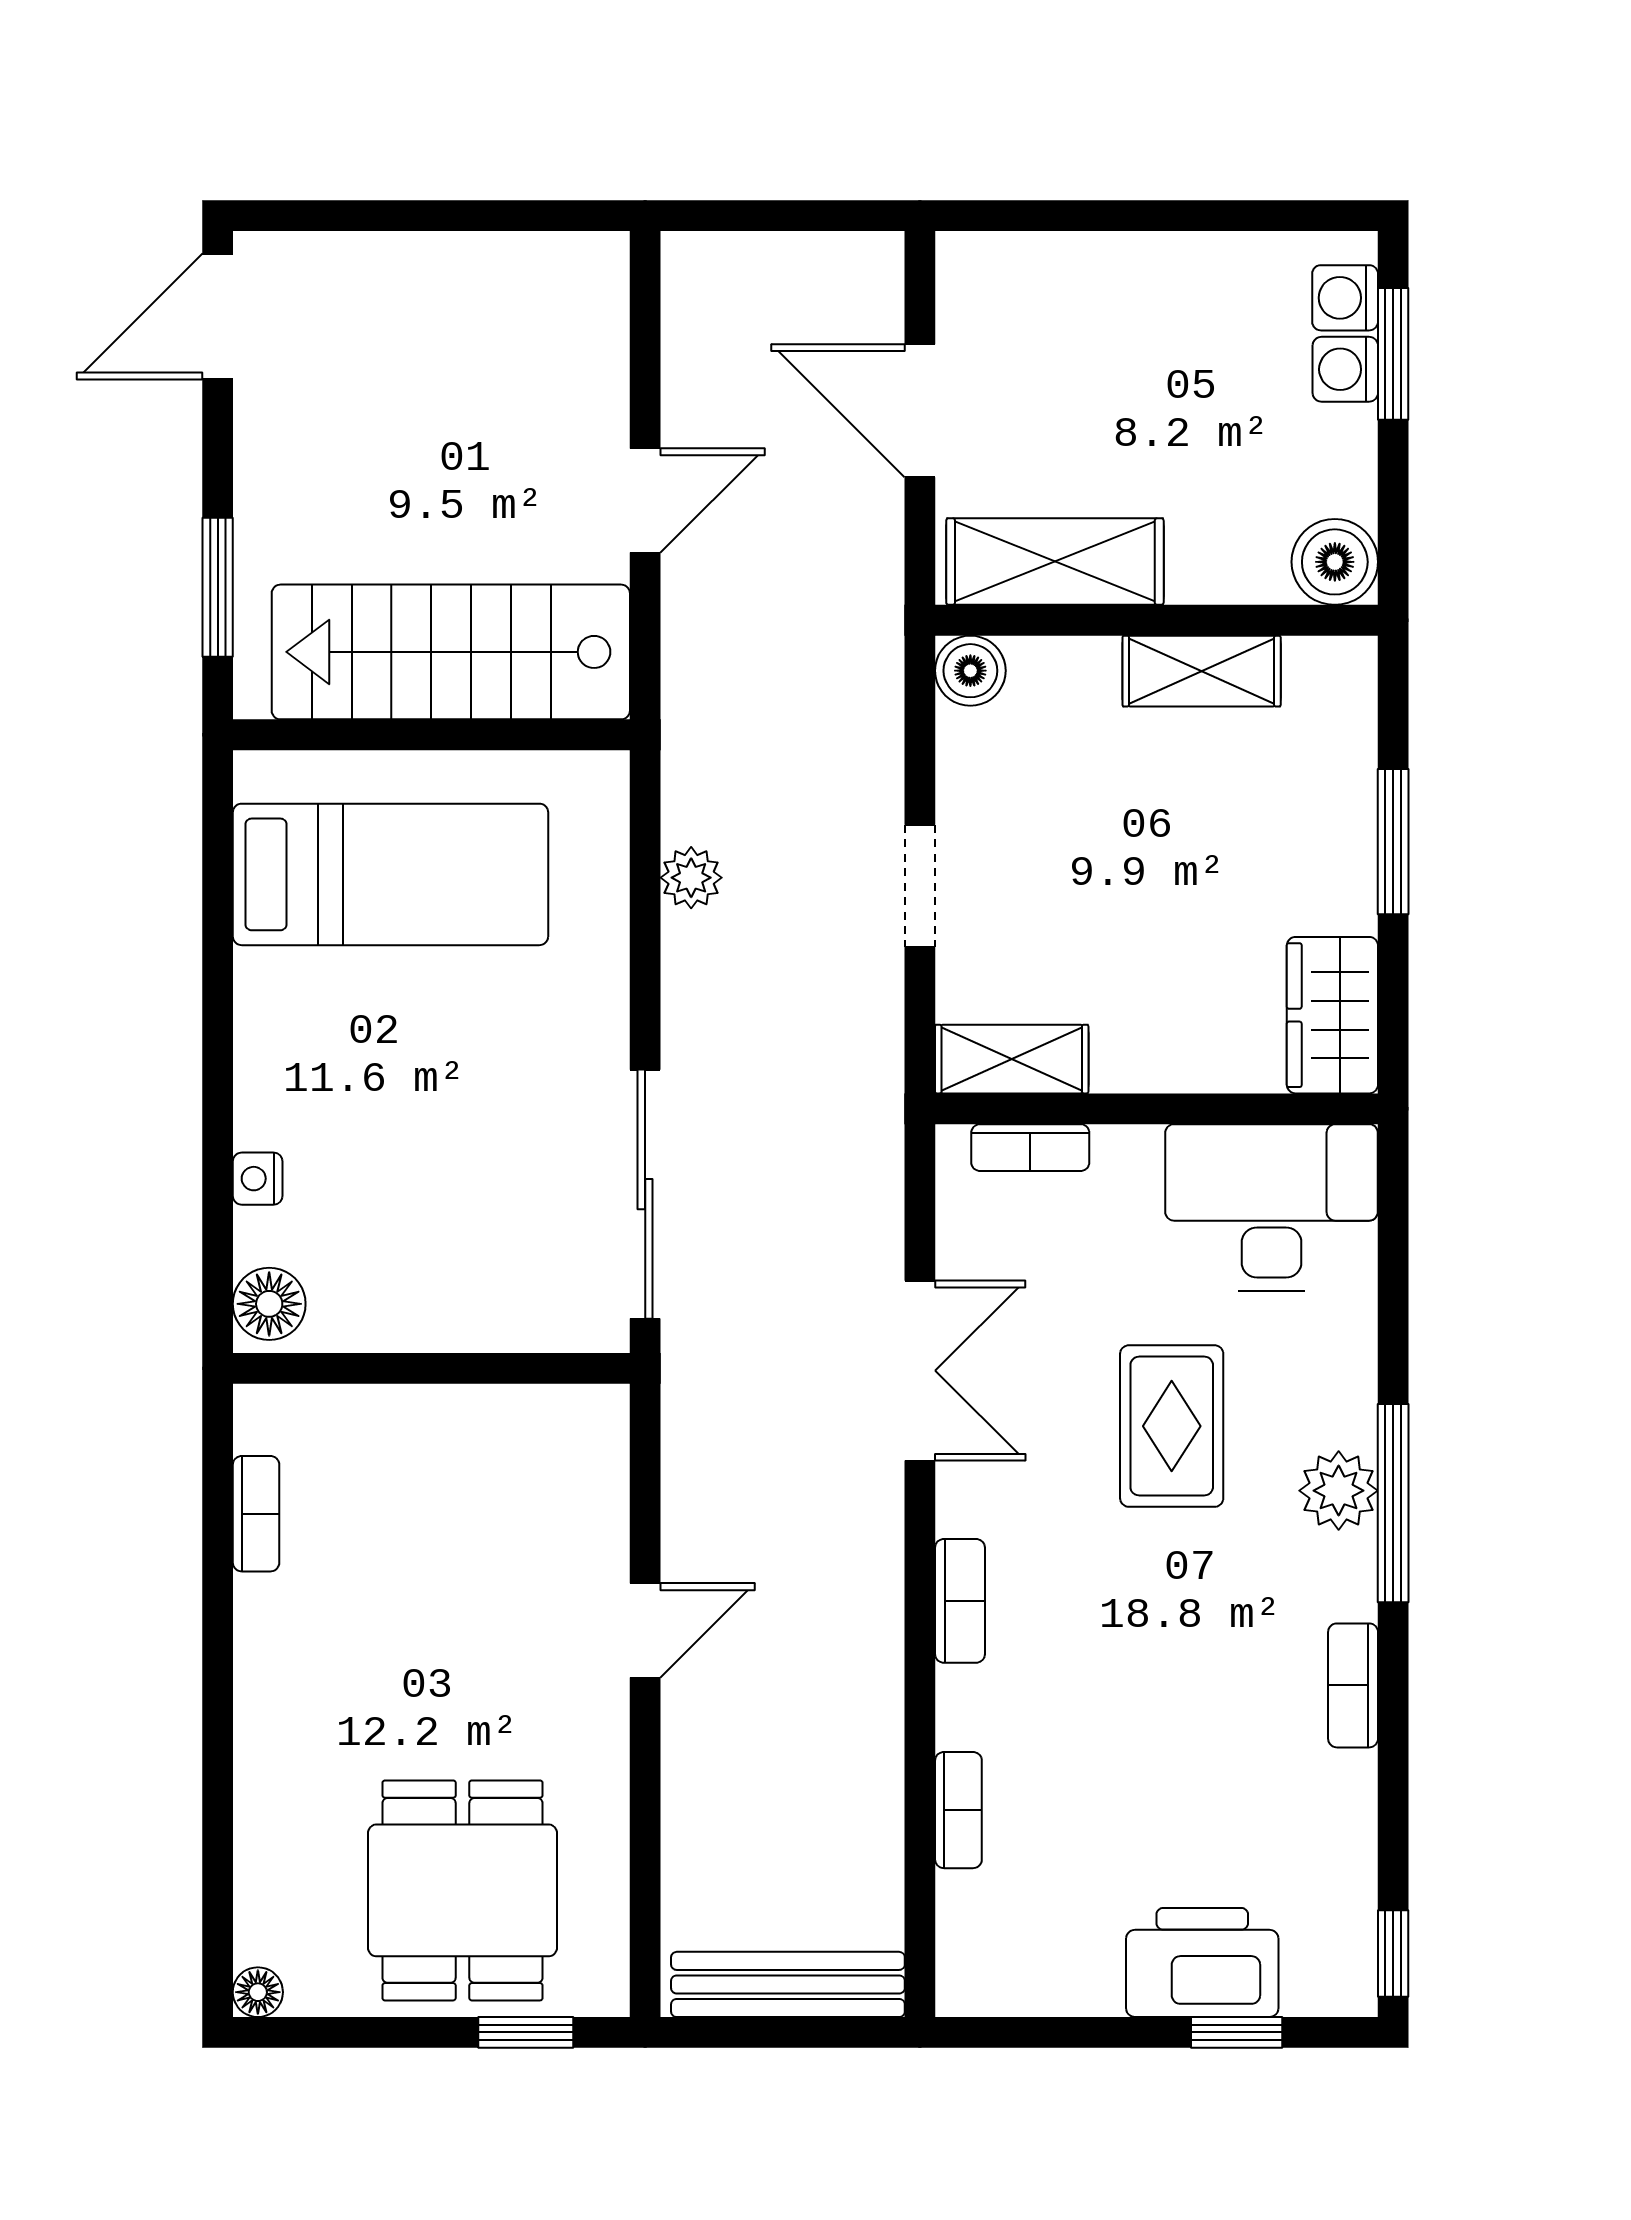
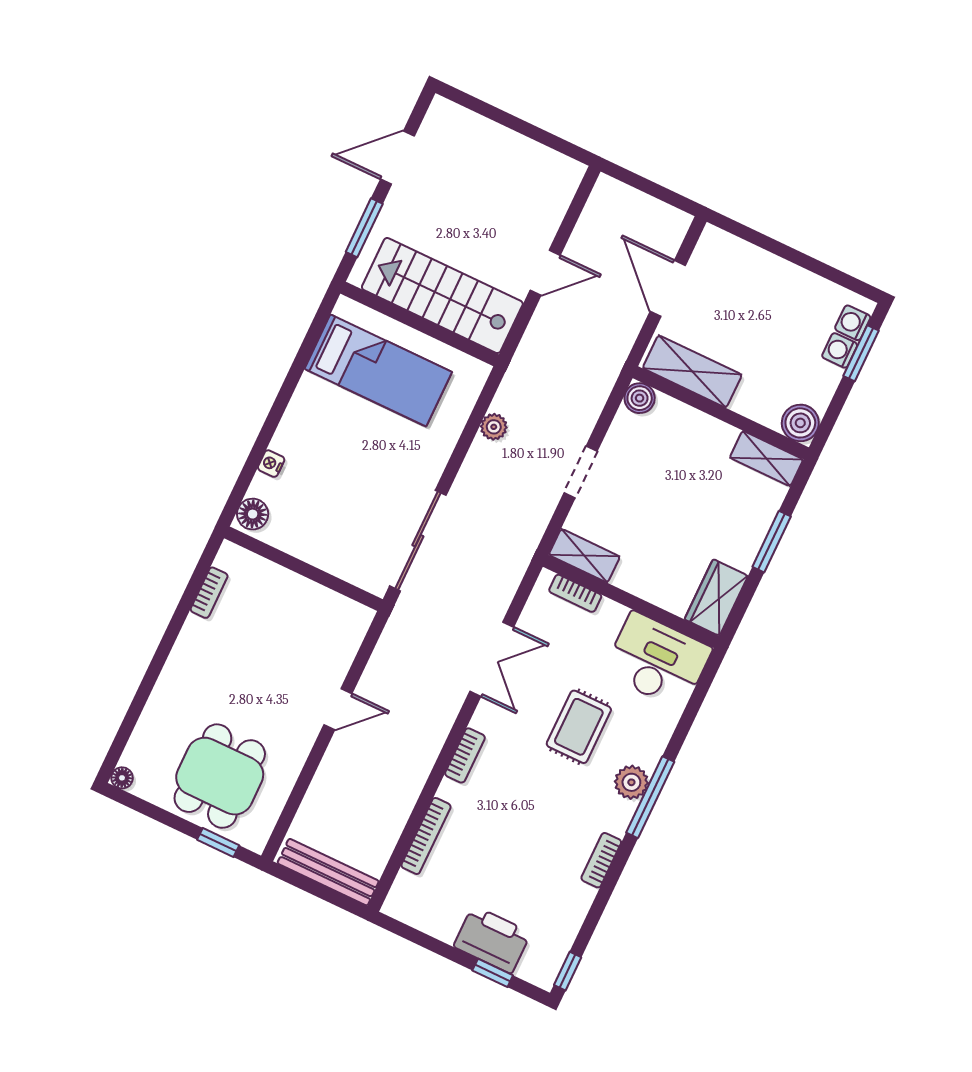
door: (218, 317) -> (397, 158), moved
shelving: (1202, 671) -> (766, 458), moved
bookcase: (958, 1810) -> (426, 836), width x1.56

